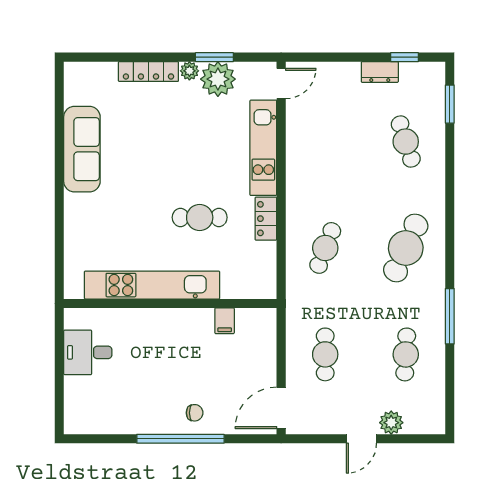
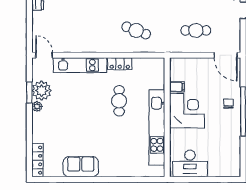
locker: (148, 72) -> (37, 160), moved
sofa: (82, 149) -> (81, 167), width x0.73
corner desk: (182, 339) -> (187, 111), added
desk: (88, 352) -> (190, 163), width x1.37

